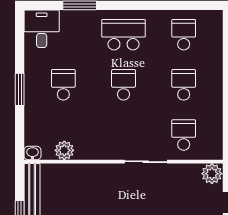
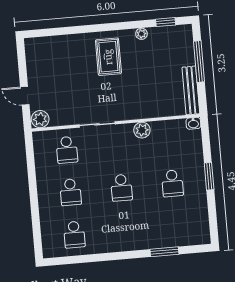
desk: (42, 29) -> (195, 229), removed
school desk: (123, 35) -> (125, 230), removed
plant: (64, 150) -> (142, 130), moved

